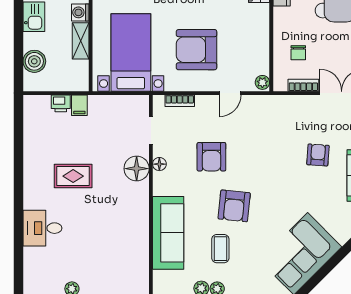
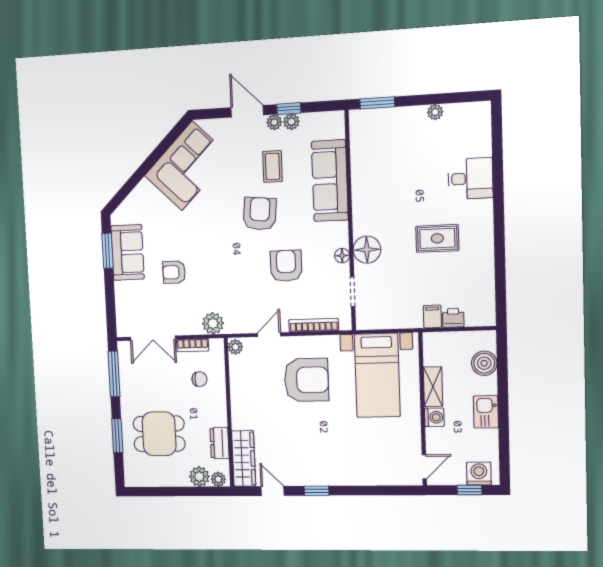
chair: (298, 53) -> (199, 379), turned 90
bookcase: (180, 101) -> (314, 325), width x1.56
plant: (283, 105) -> (213, 323), added
armchair: (318, 155) -> (174, 272), turned 86

